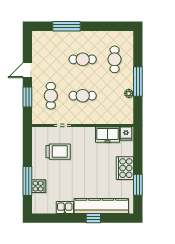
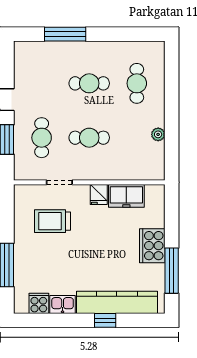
window: (138, 81) -> (172, 116), removed
fridge: (126, 134) -> (99, 194), moved
trolley: (58, 152) -> (53, 221), turned 180
window: (138, 185) -> (172, 271), width x1.44
cooker: (39, 186) -> (39, 303), moved, turned -90

